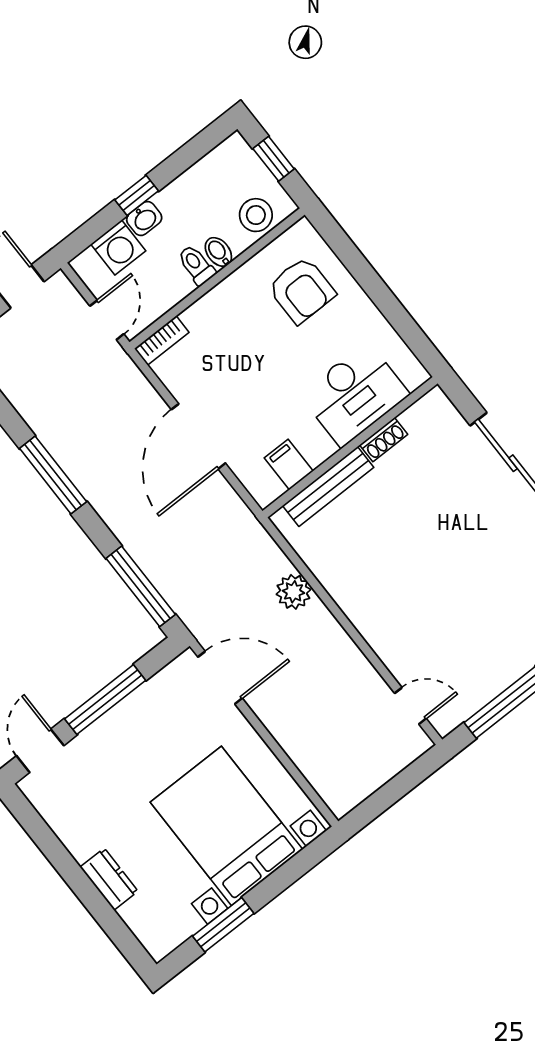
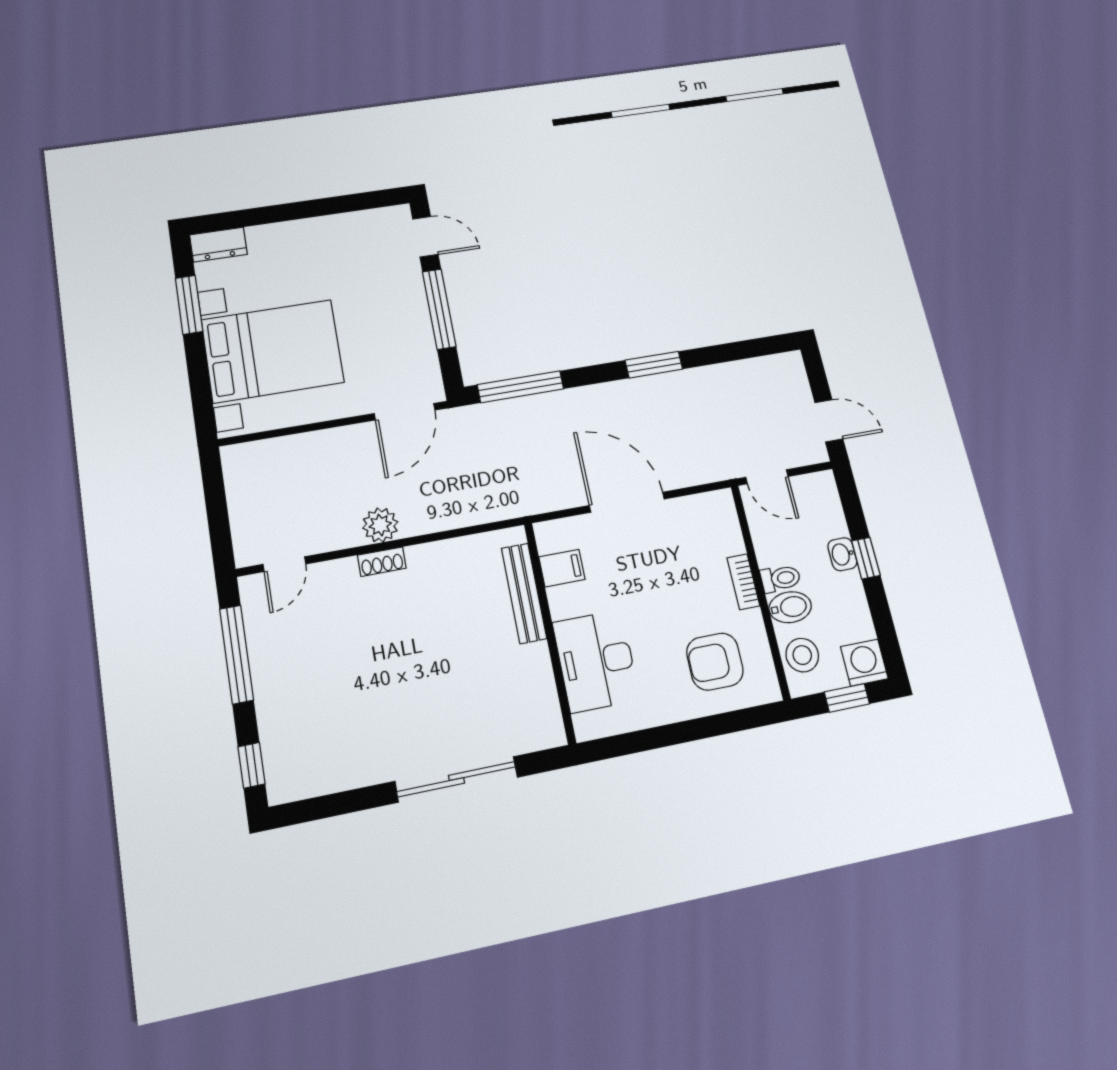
washing machine: (118, 248) -> (864, 663), moved, turned 90
bidet: (218, 252) -> (790, 607), width x1.38, depth x1.36
bookcase: (162, 340) -> (743, 582), moved
shoe rack: (384, 440) -> (382, 562), moved, turned -90
window: (53, 475) -> (654, 365), width x0.69
plant: (293, 592) -> (380, 525), moved
dresser: (109, 879) -> (218, 245), moved

